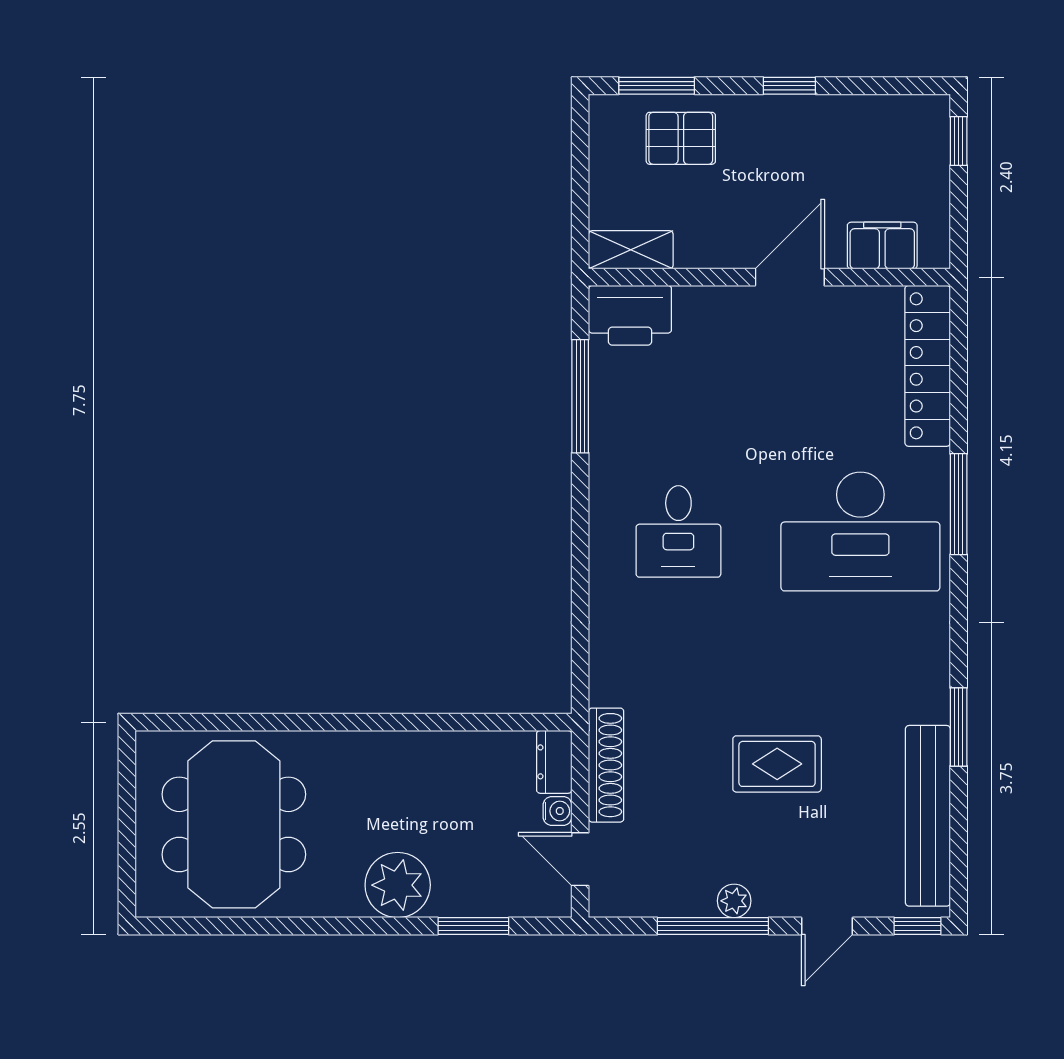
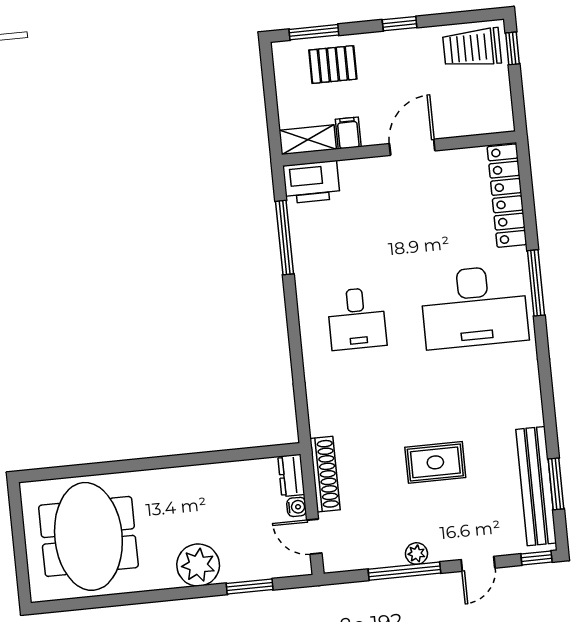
trolley: (897, 134) -> (472, 48), added
filing cabinet: (882, 246) -> (348, 133), moved, width x0.50
window: (959, 727) -> (556, 484), moved

